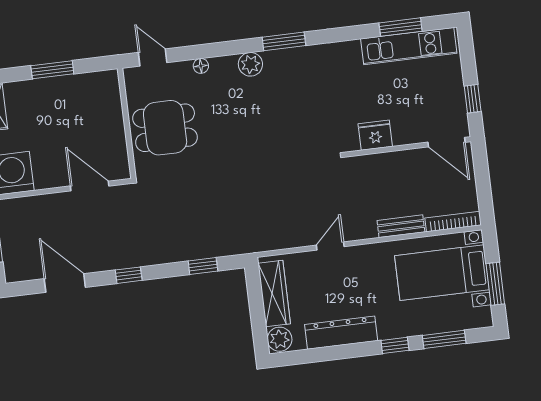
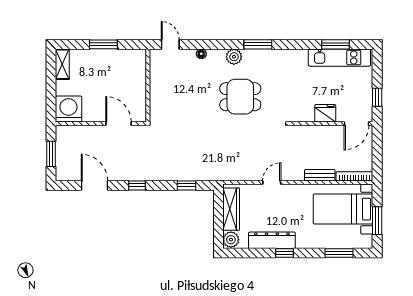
dining table: (165, 128) -> (240, 97), moved
fridge: (375, 135) -> (325, 113), moved
door: (446, 142) -> (356, 124), hinge flipped
window: (395, 345) -> (285, 253), moved

